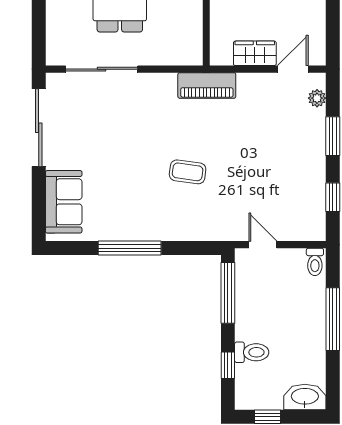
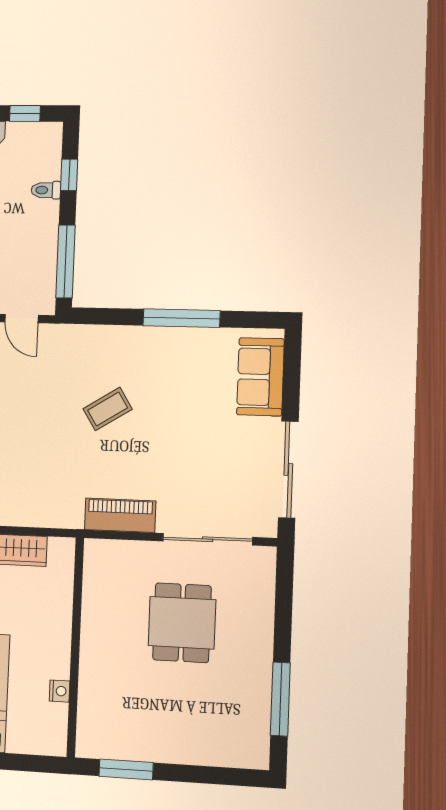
piano: (207, 85) -> (120, 515), moved
coffee table: (188, 172) -> (108, 409), turned -40
toilet: (252, 352) -> (46, 190), width x0.73, depth x0.72

